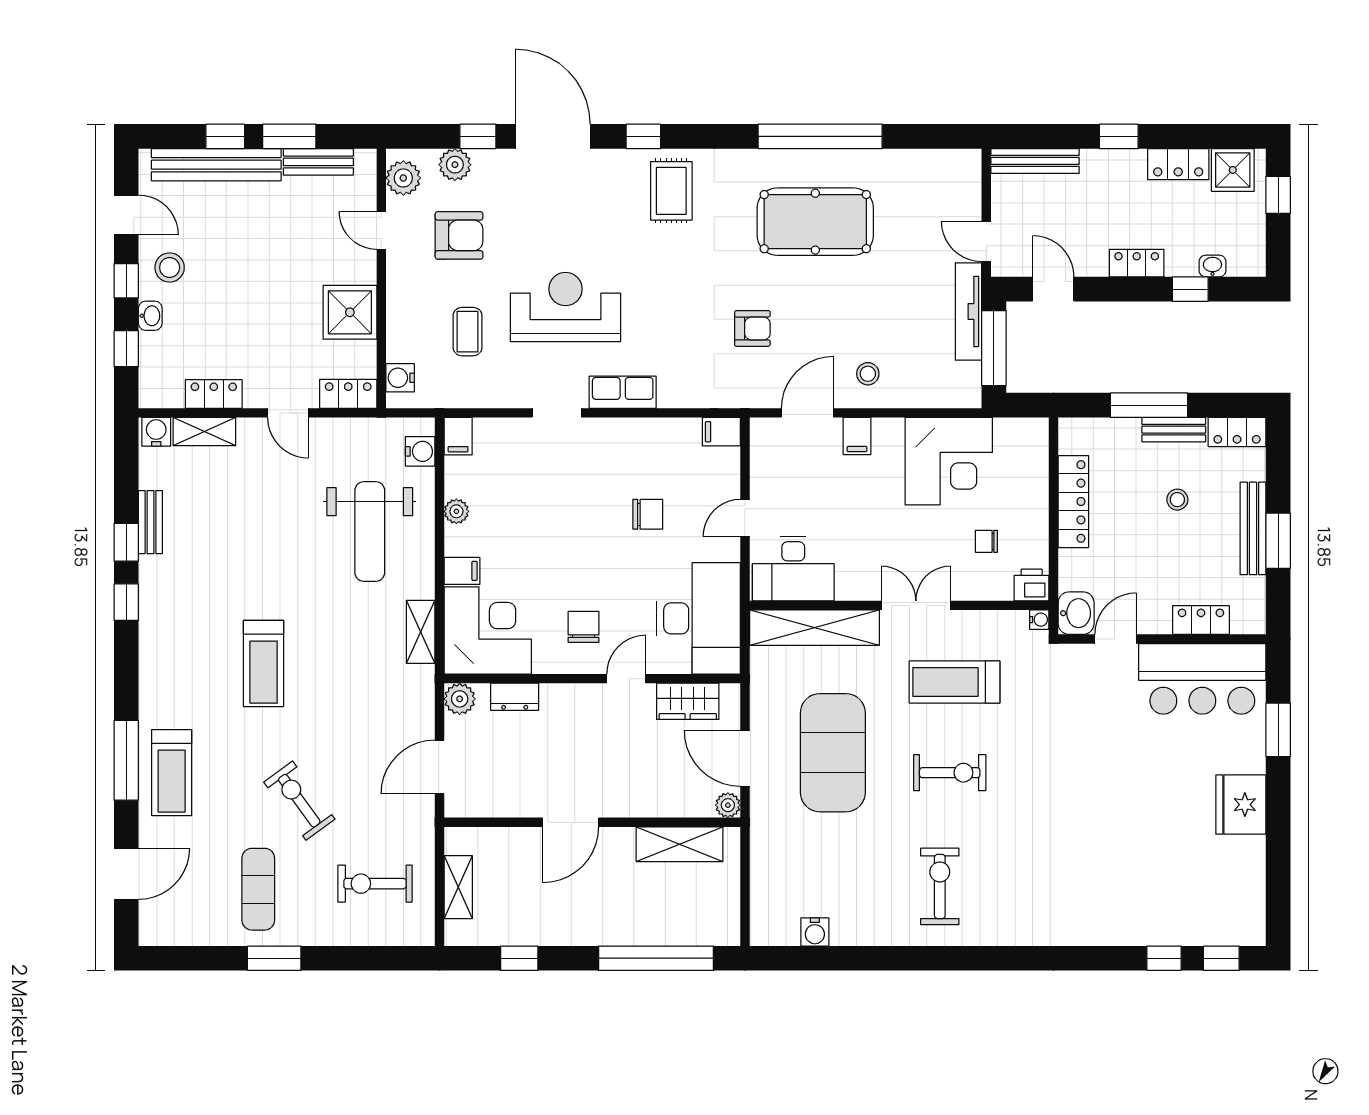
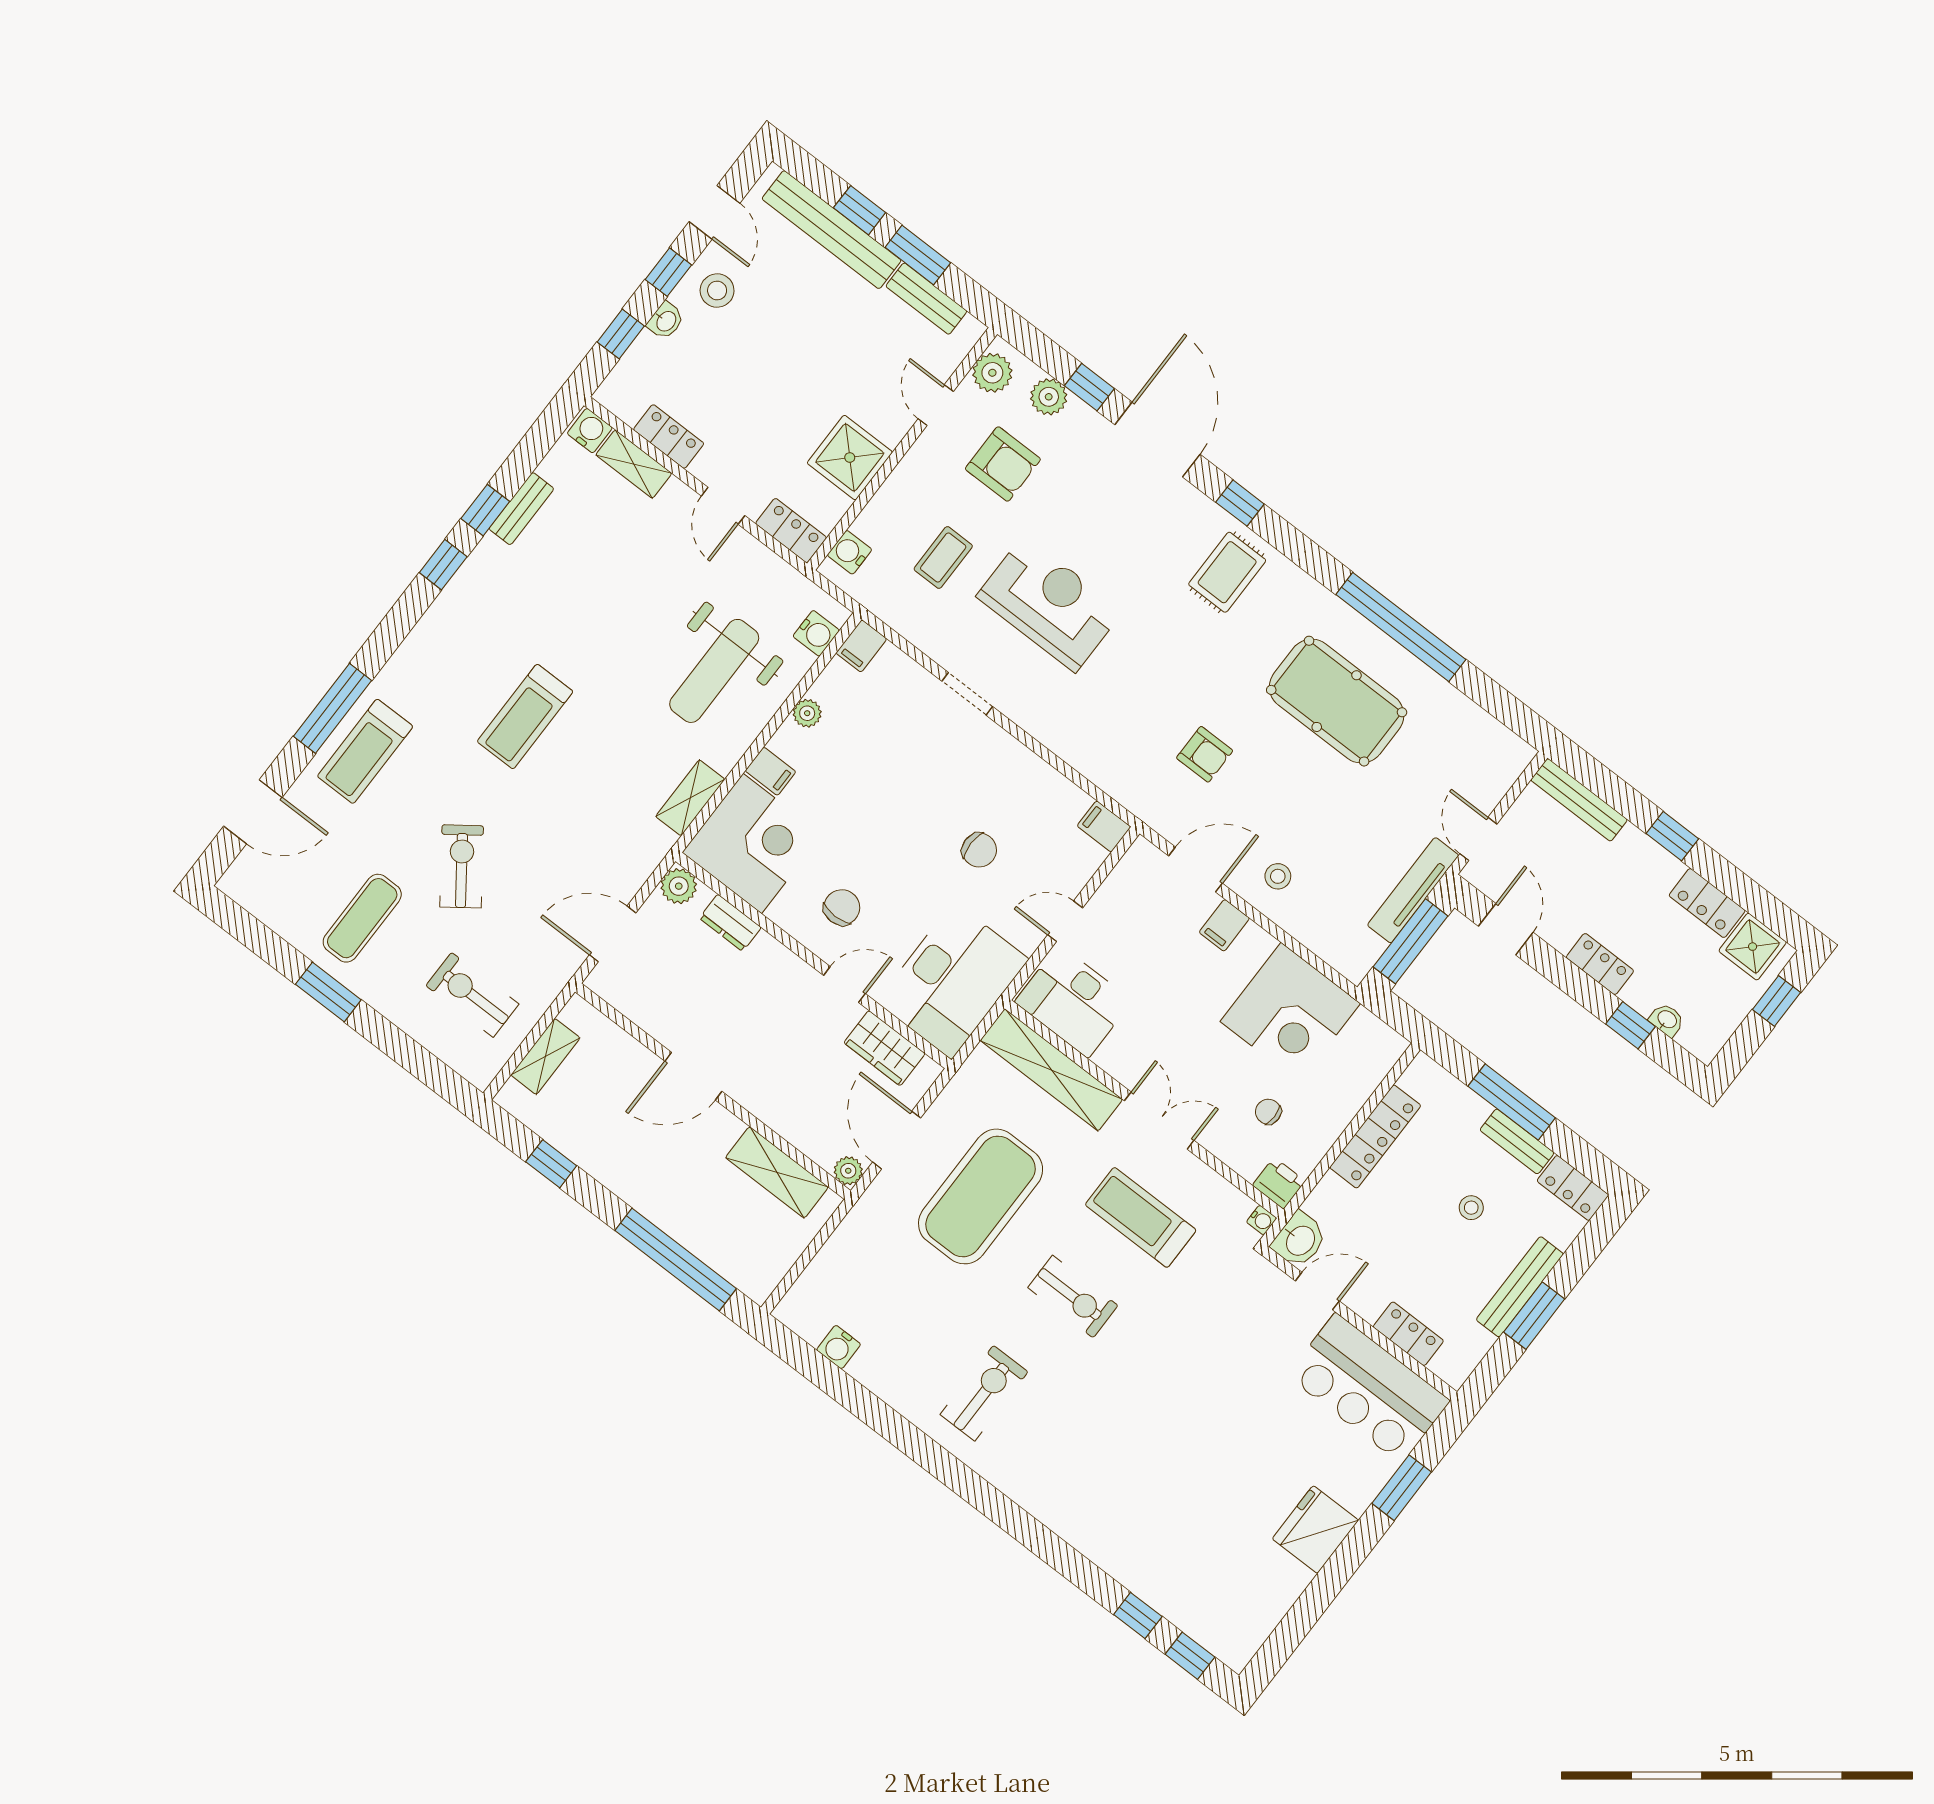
row of seats: (623, 392) -> (1042, 721), removed

